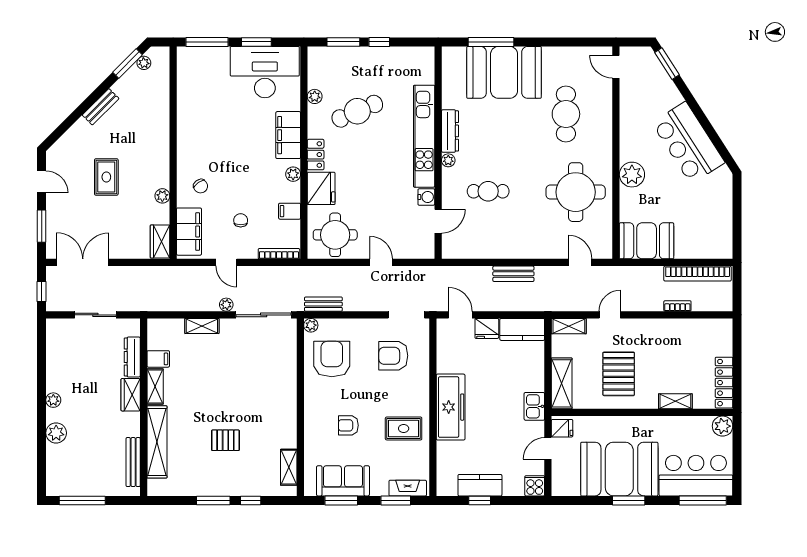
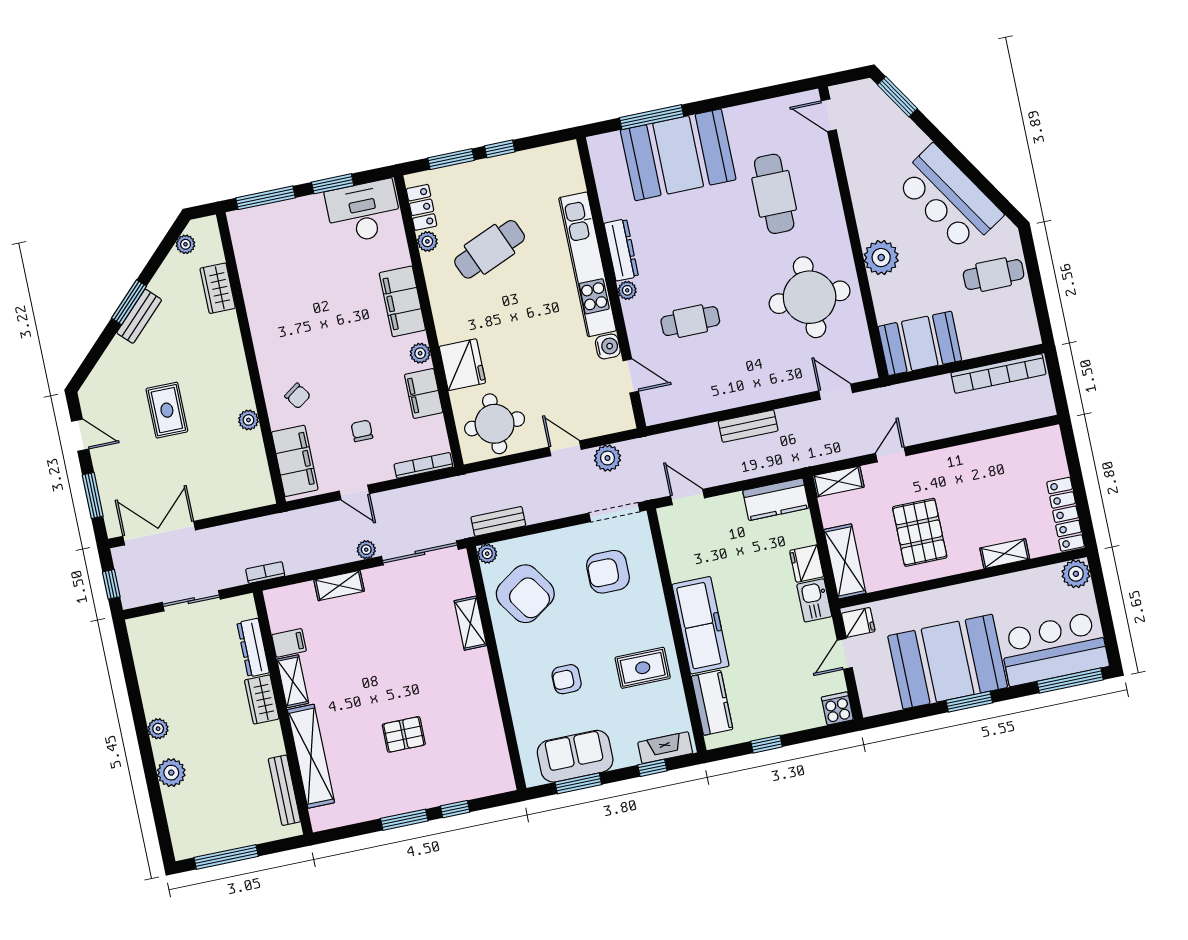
window: (127, 63) -> (129, 302), moved
desk: (265, 72) -> (363, 212), width x0.73, depth x0.77
locker: (316, 155) -> (422, 207), moved
cafe table: (709, 203) -> (994, 275), added
filing cabinet: (290, 211) -> (424, 393), width x2.00
door: (438, 221) -> (631, 376), hinge flipped
wardrobe: (160, 242) -> (218, 288), moved
plant: (410, 276) -> (607, 458), added
bookcase: (677, 306) -> (265, 573), moved
fridge: (487, 328) -> (807, 564), moved, turned 90
armchair: (332, 359) -> (525, 594), turned 146
shelving: (289, 467) -> (470, 623), moved
kitchen counter: (480, 485) -> (712, 703), moved, turned 90
window: (396, 500) -> (652, 768), width x0.67

